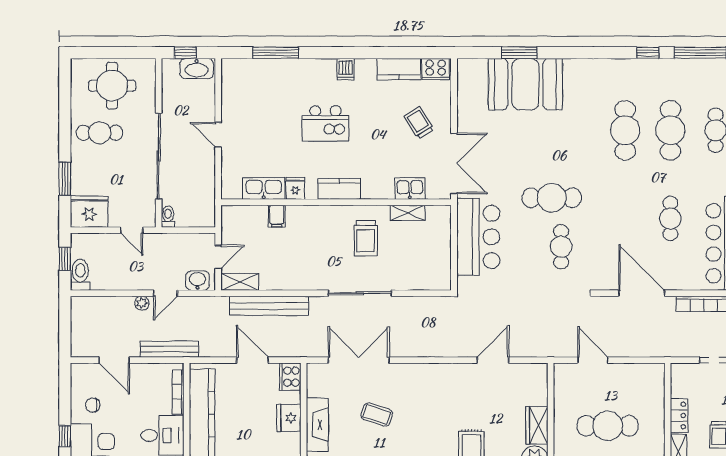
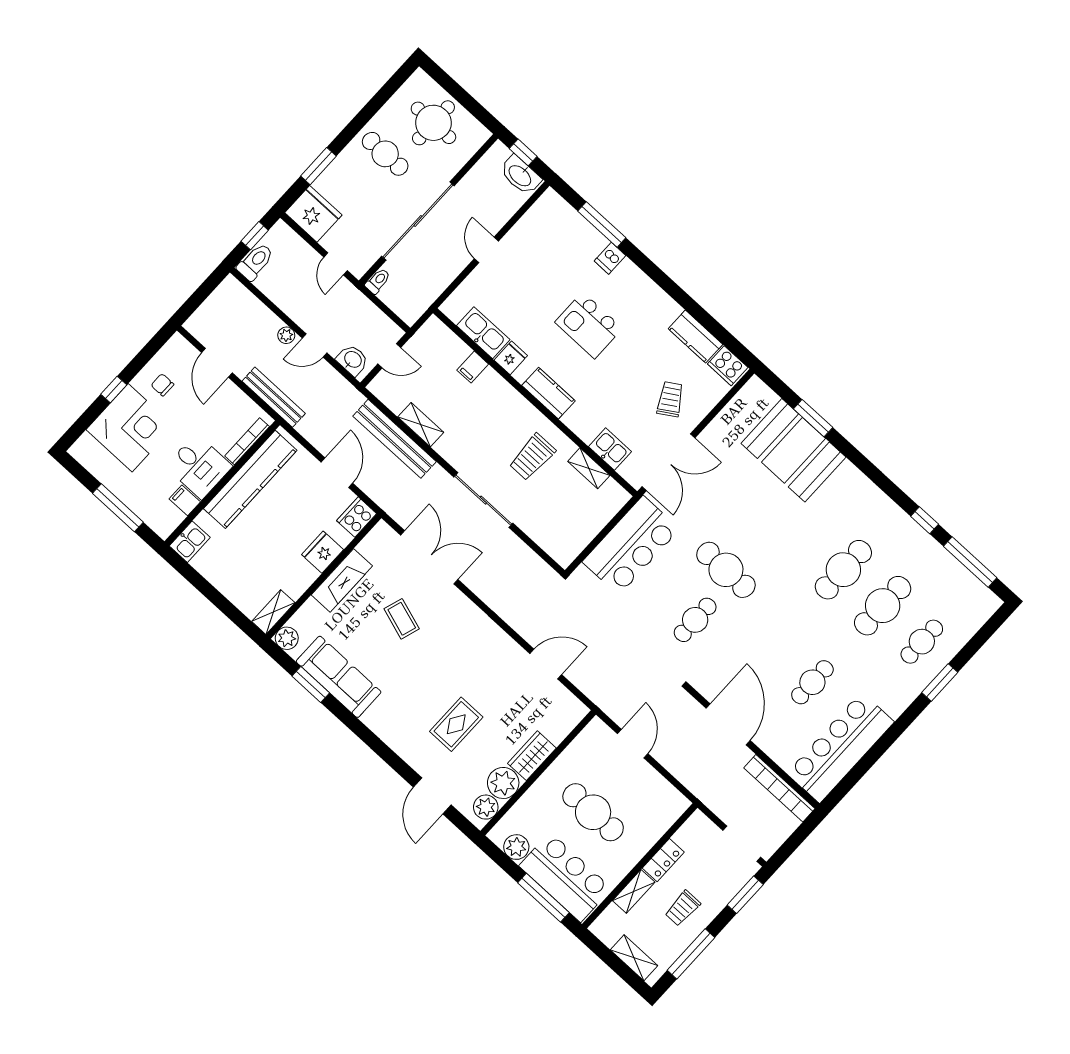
dishwasher: (346, 69) -> (610, 258), moved
shelving: (240, 282) -> (421, 425), moved

